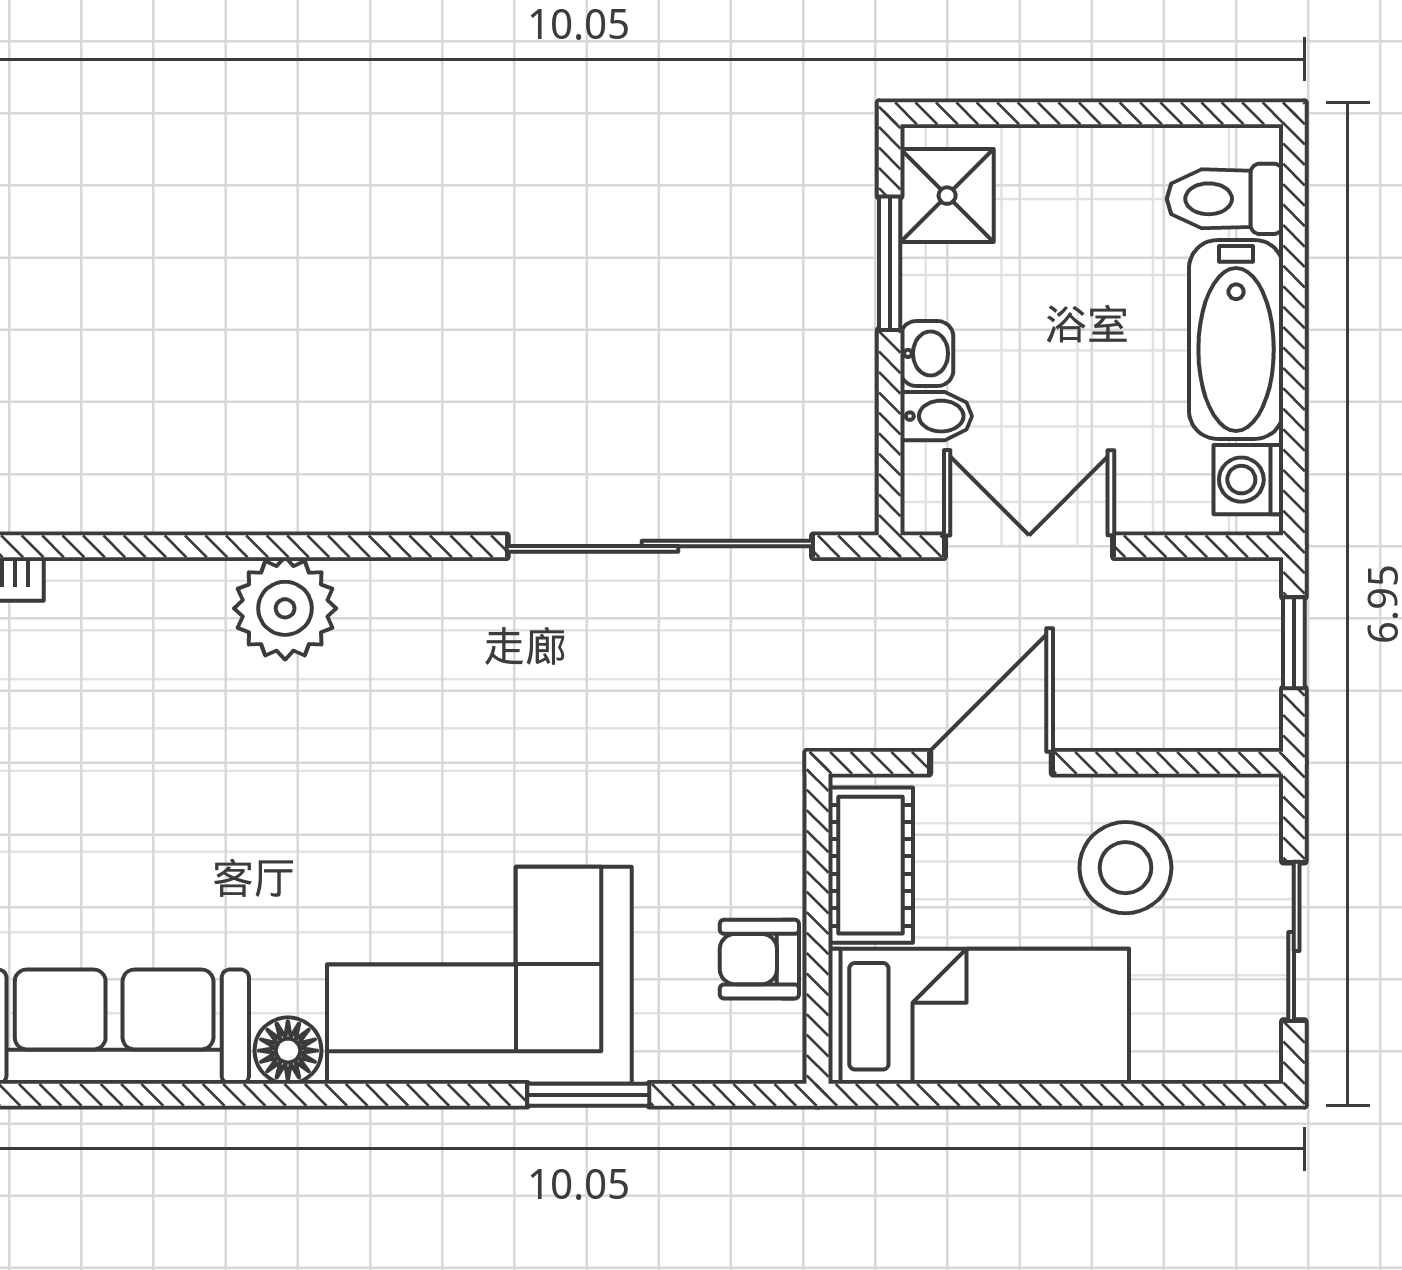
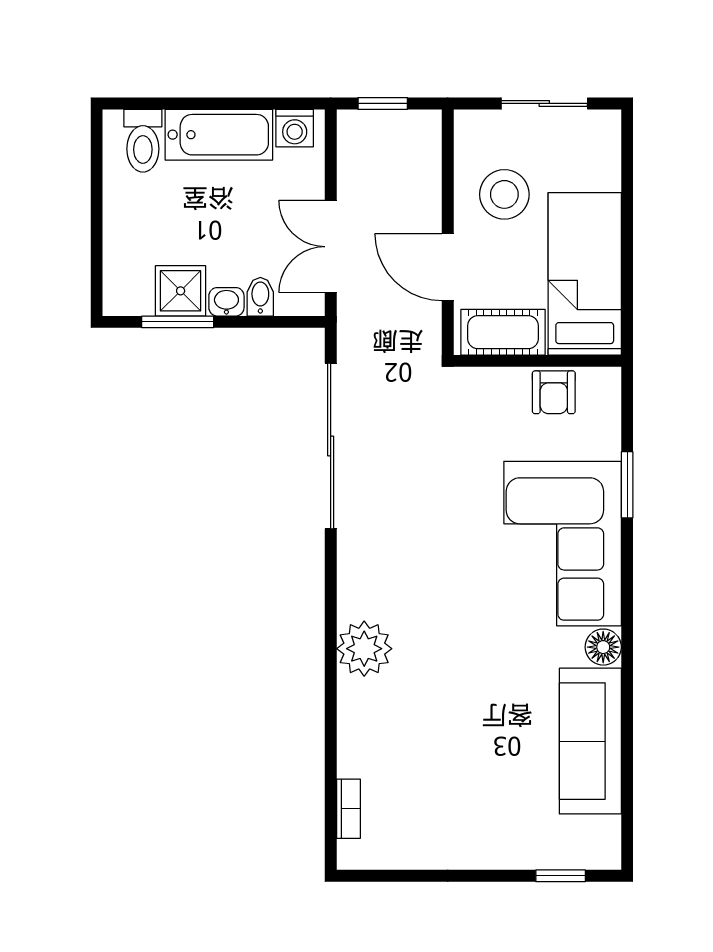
shower: (947, 196) -> (181, 291), moved

